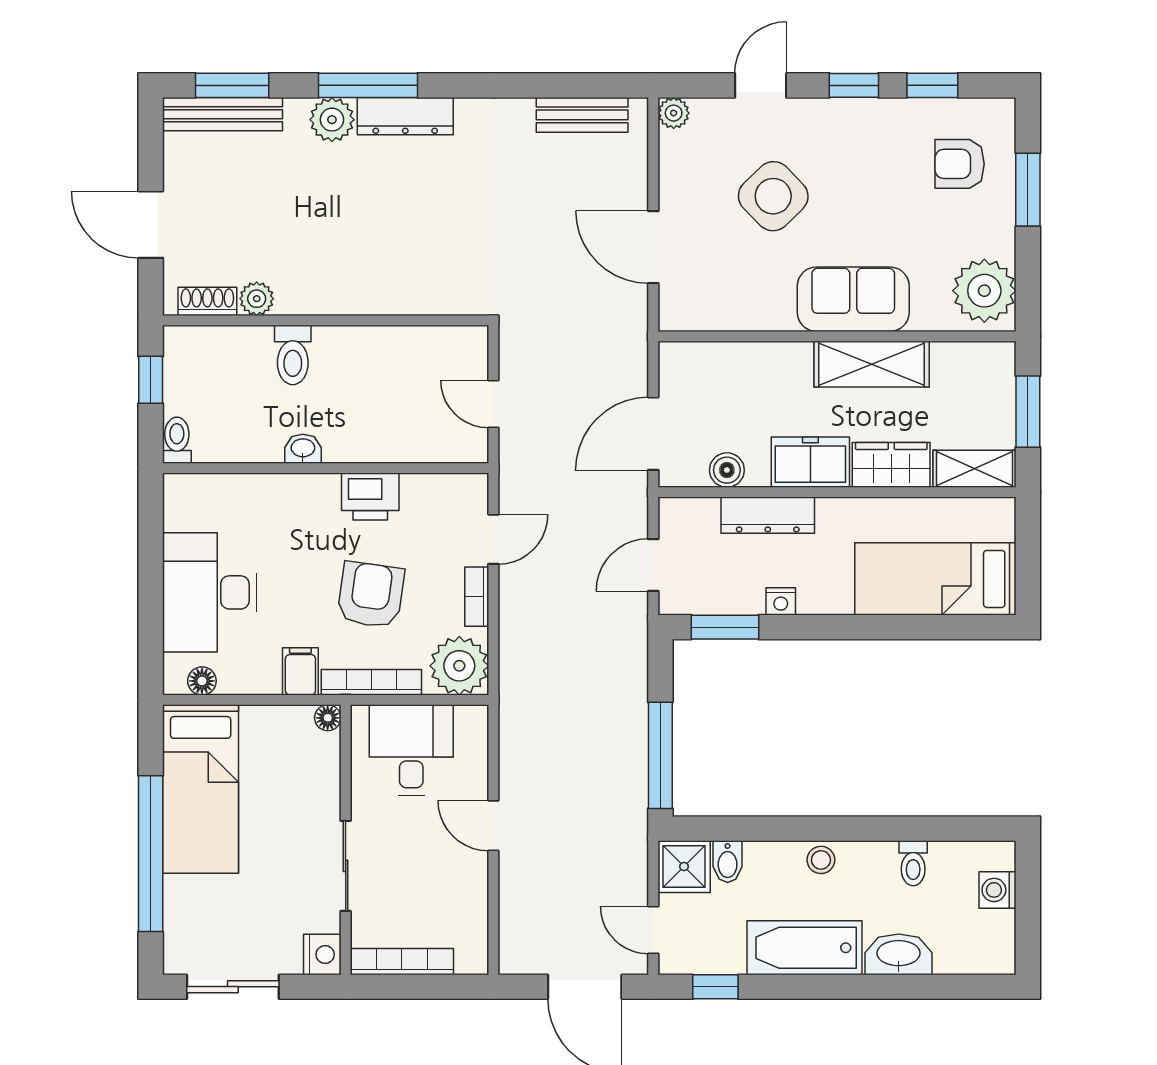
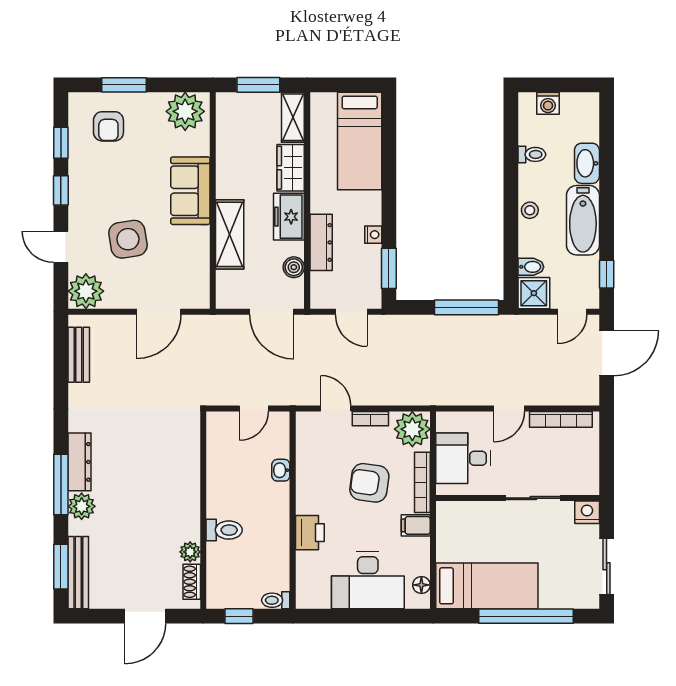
plant: (674, 113) -> (86, 291), width x1.88, depth x1.88
side table: (773, 196) -> (128, 239), turned 35
shelving: (872, 364) -> (230, 234), moved
washbasin: (303, 449) -> (281, 470), moved
printer: (370, 497) -> (310, 533), moved
floor lamp: (328, 718) -> (444, 509), removed
bookcase: (402, 962) -> (561, 419), moved, turned -90

